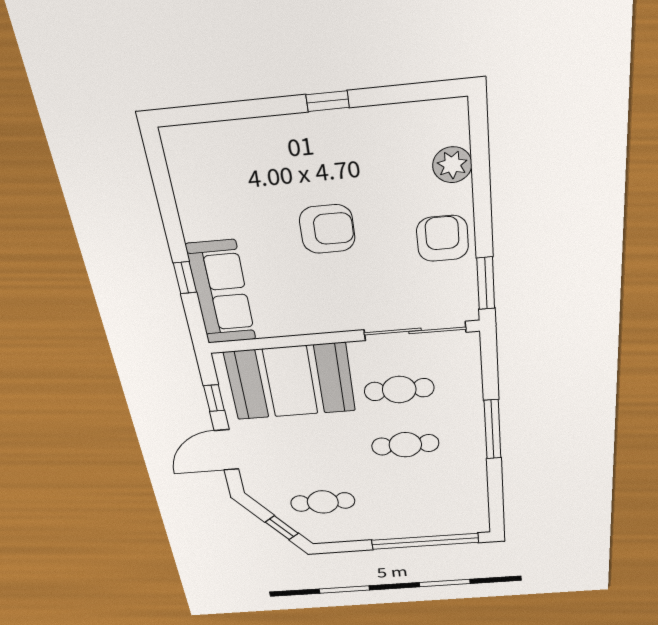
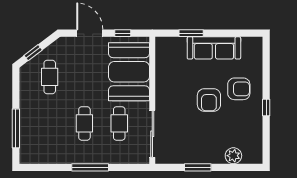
armchair: (443, 238) -> (239, 89), moved
window: (185, 278) -> (191, 33), width x1.50
window: (486, 283) -> (198, 167), moved
sofa: (221, 293) -> (214, 48), moved
window: (425, 541) -> (16, 128), width x0.68

